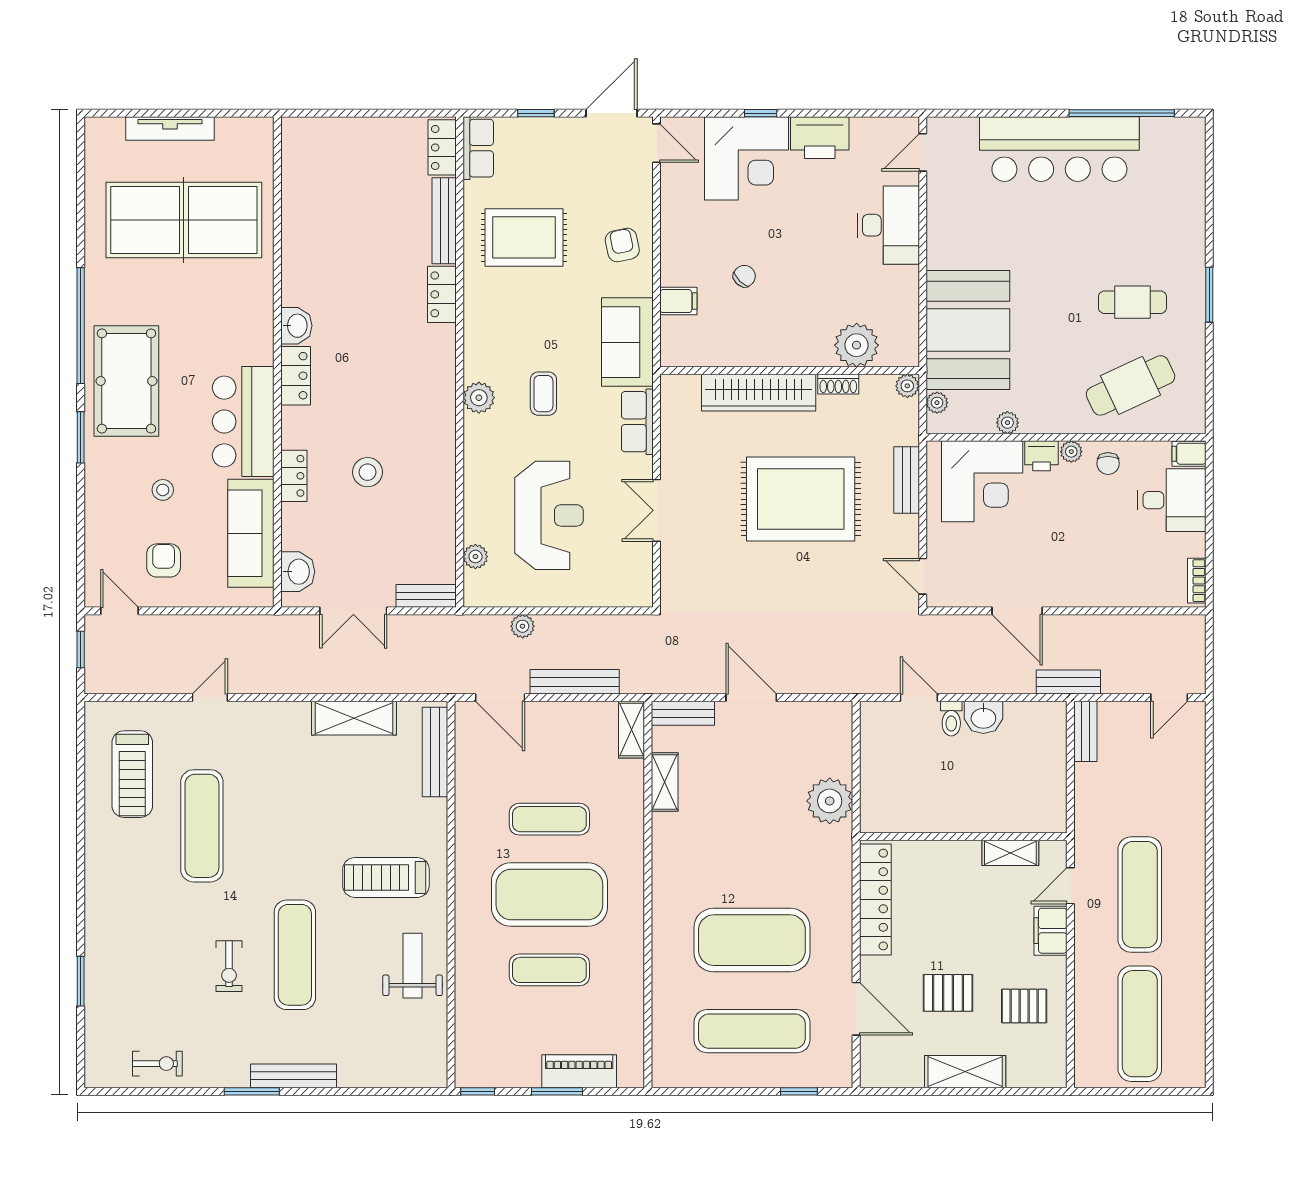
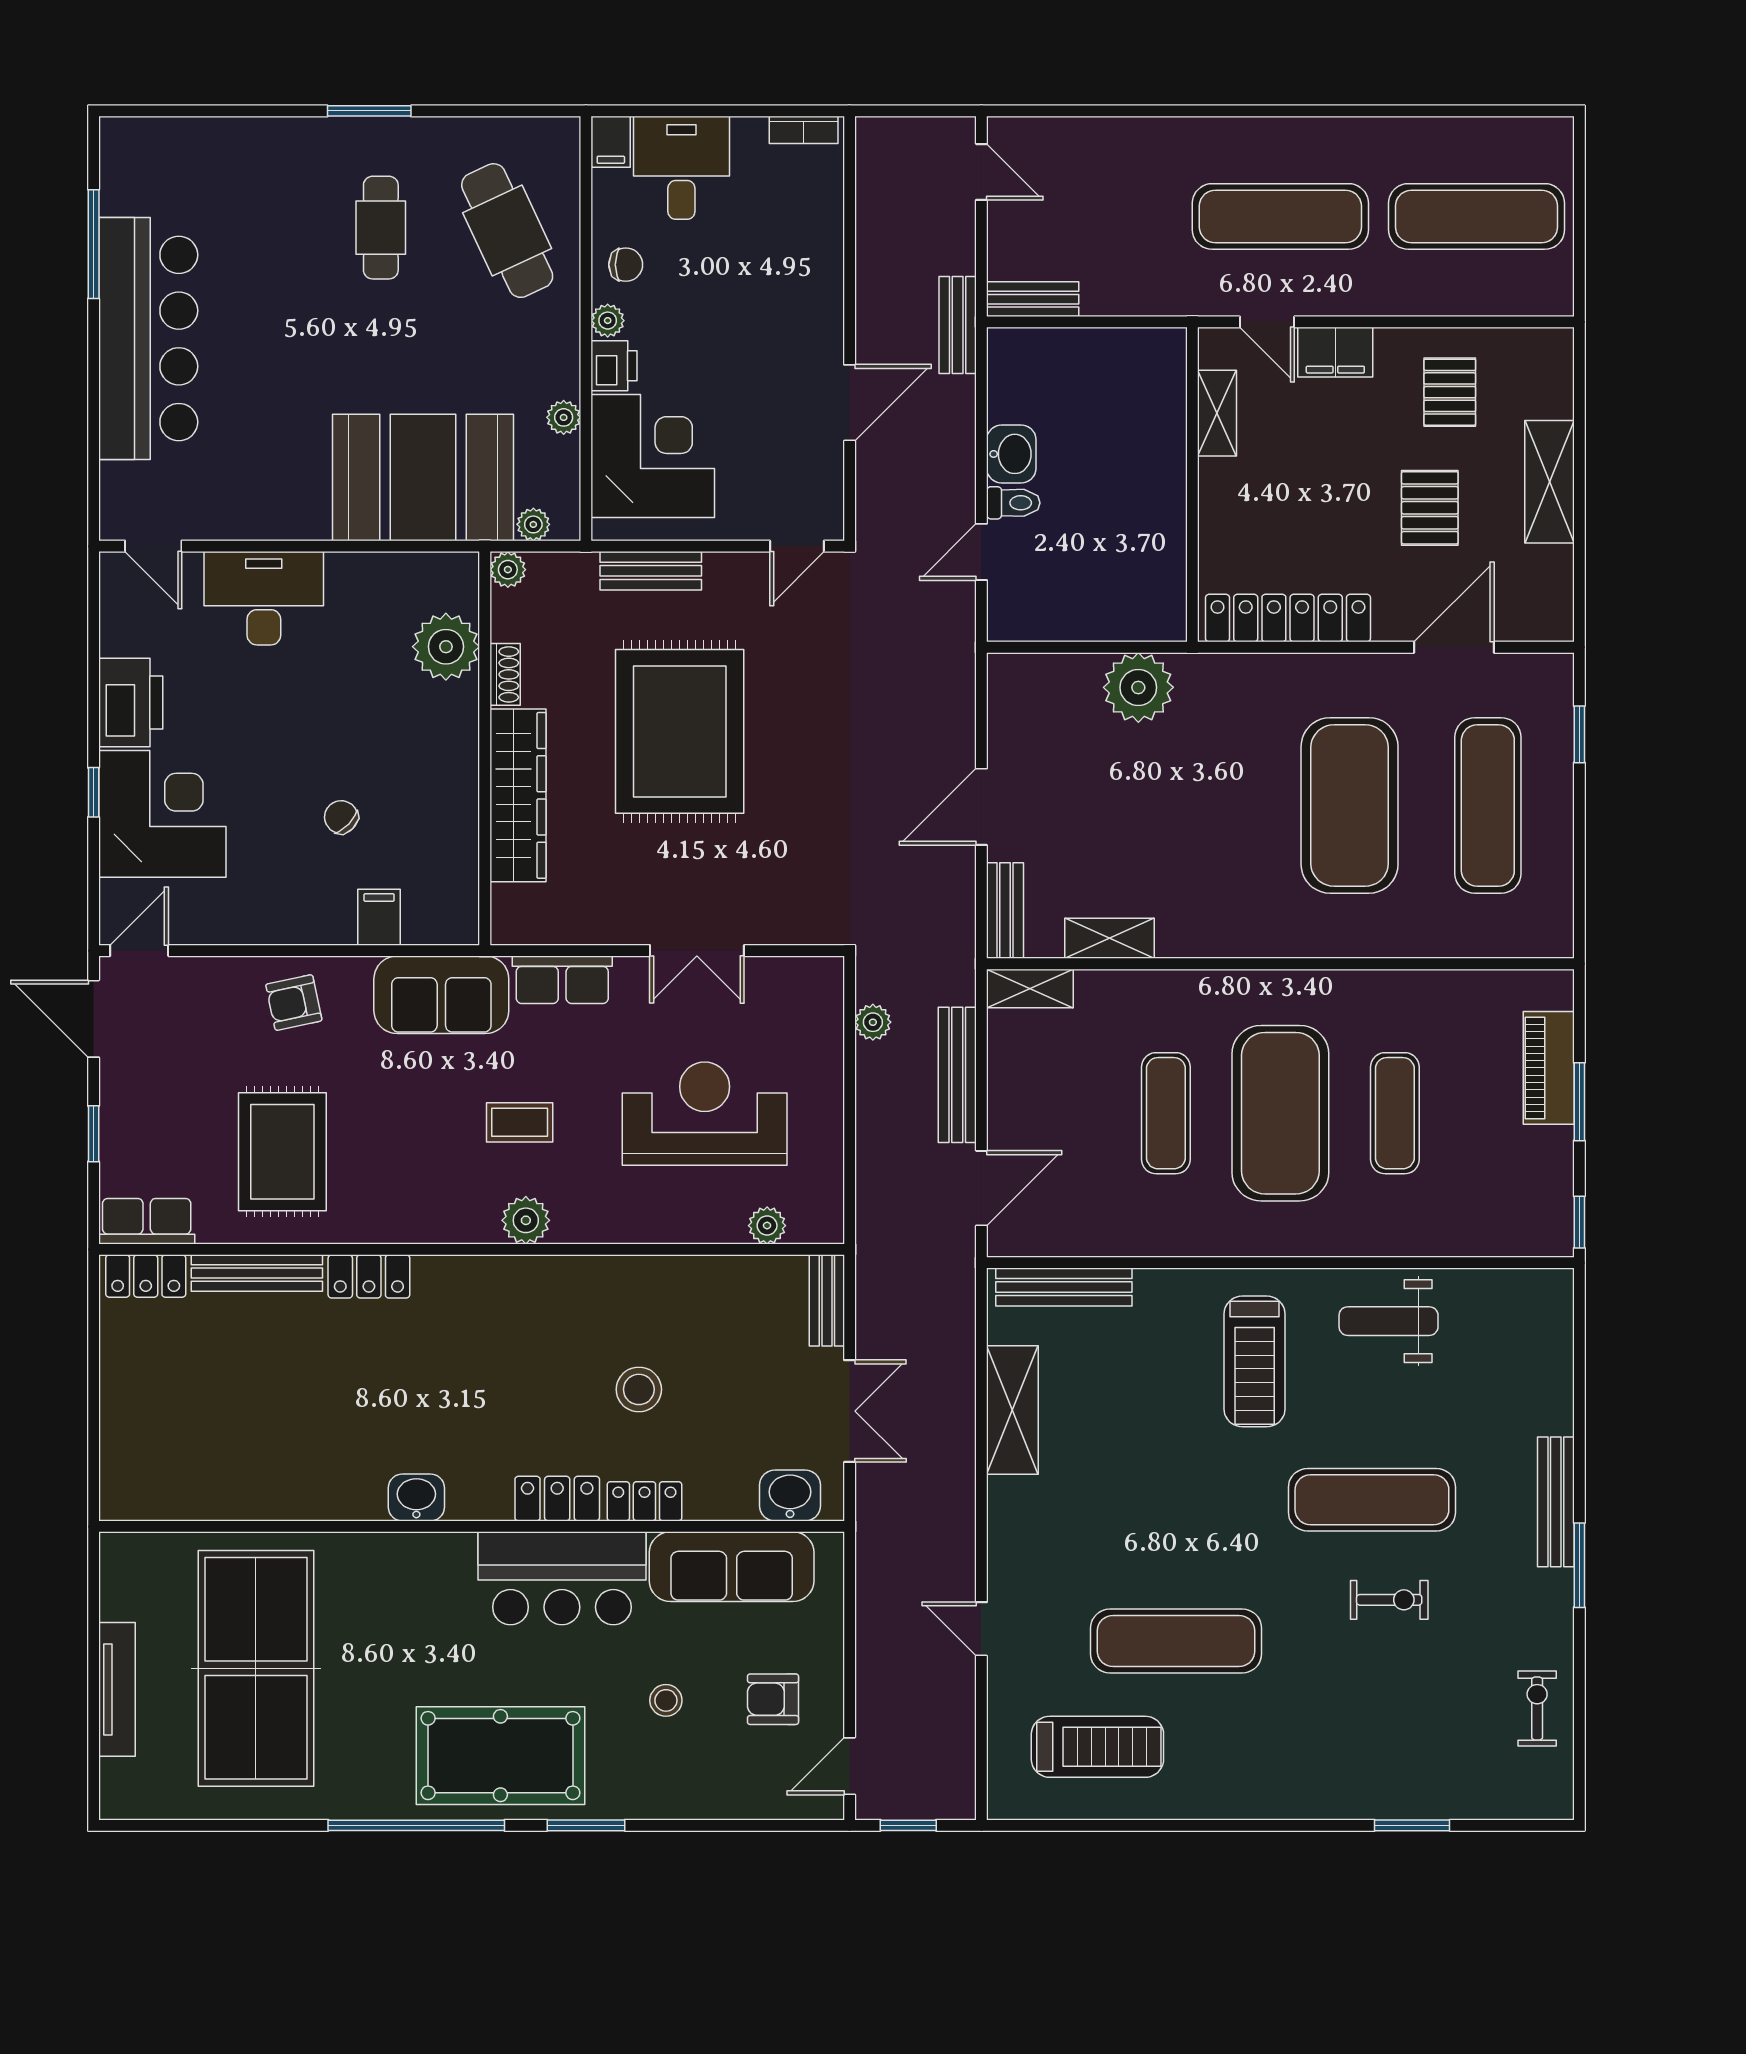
window: (1122, 113) -> (94, 244), width x0.68
locker: (296, 376) -> (557, 1499), moved
plant: (523, 626) -> (873, 1022), moved

